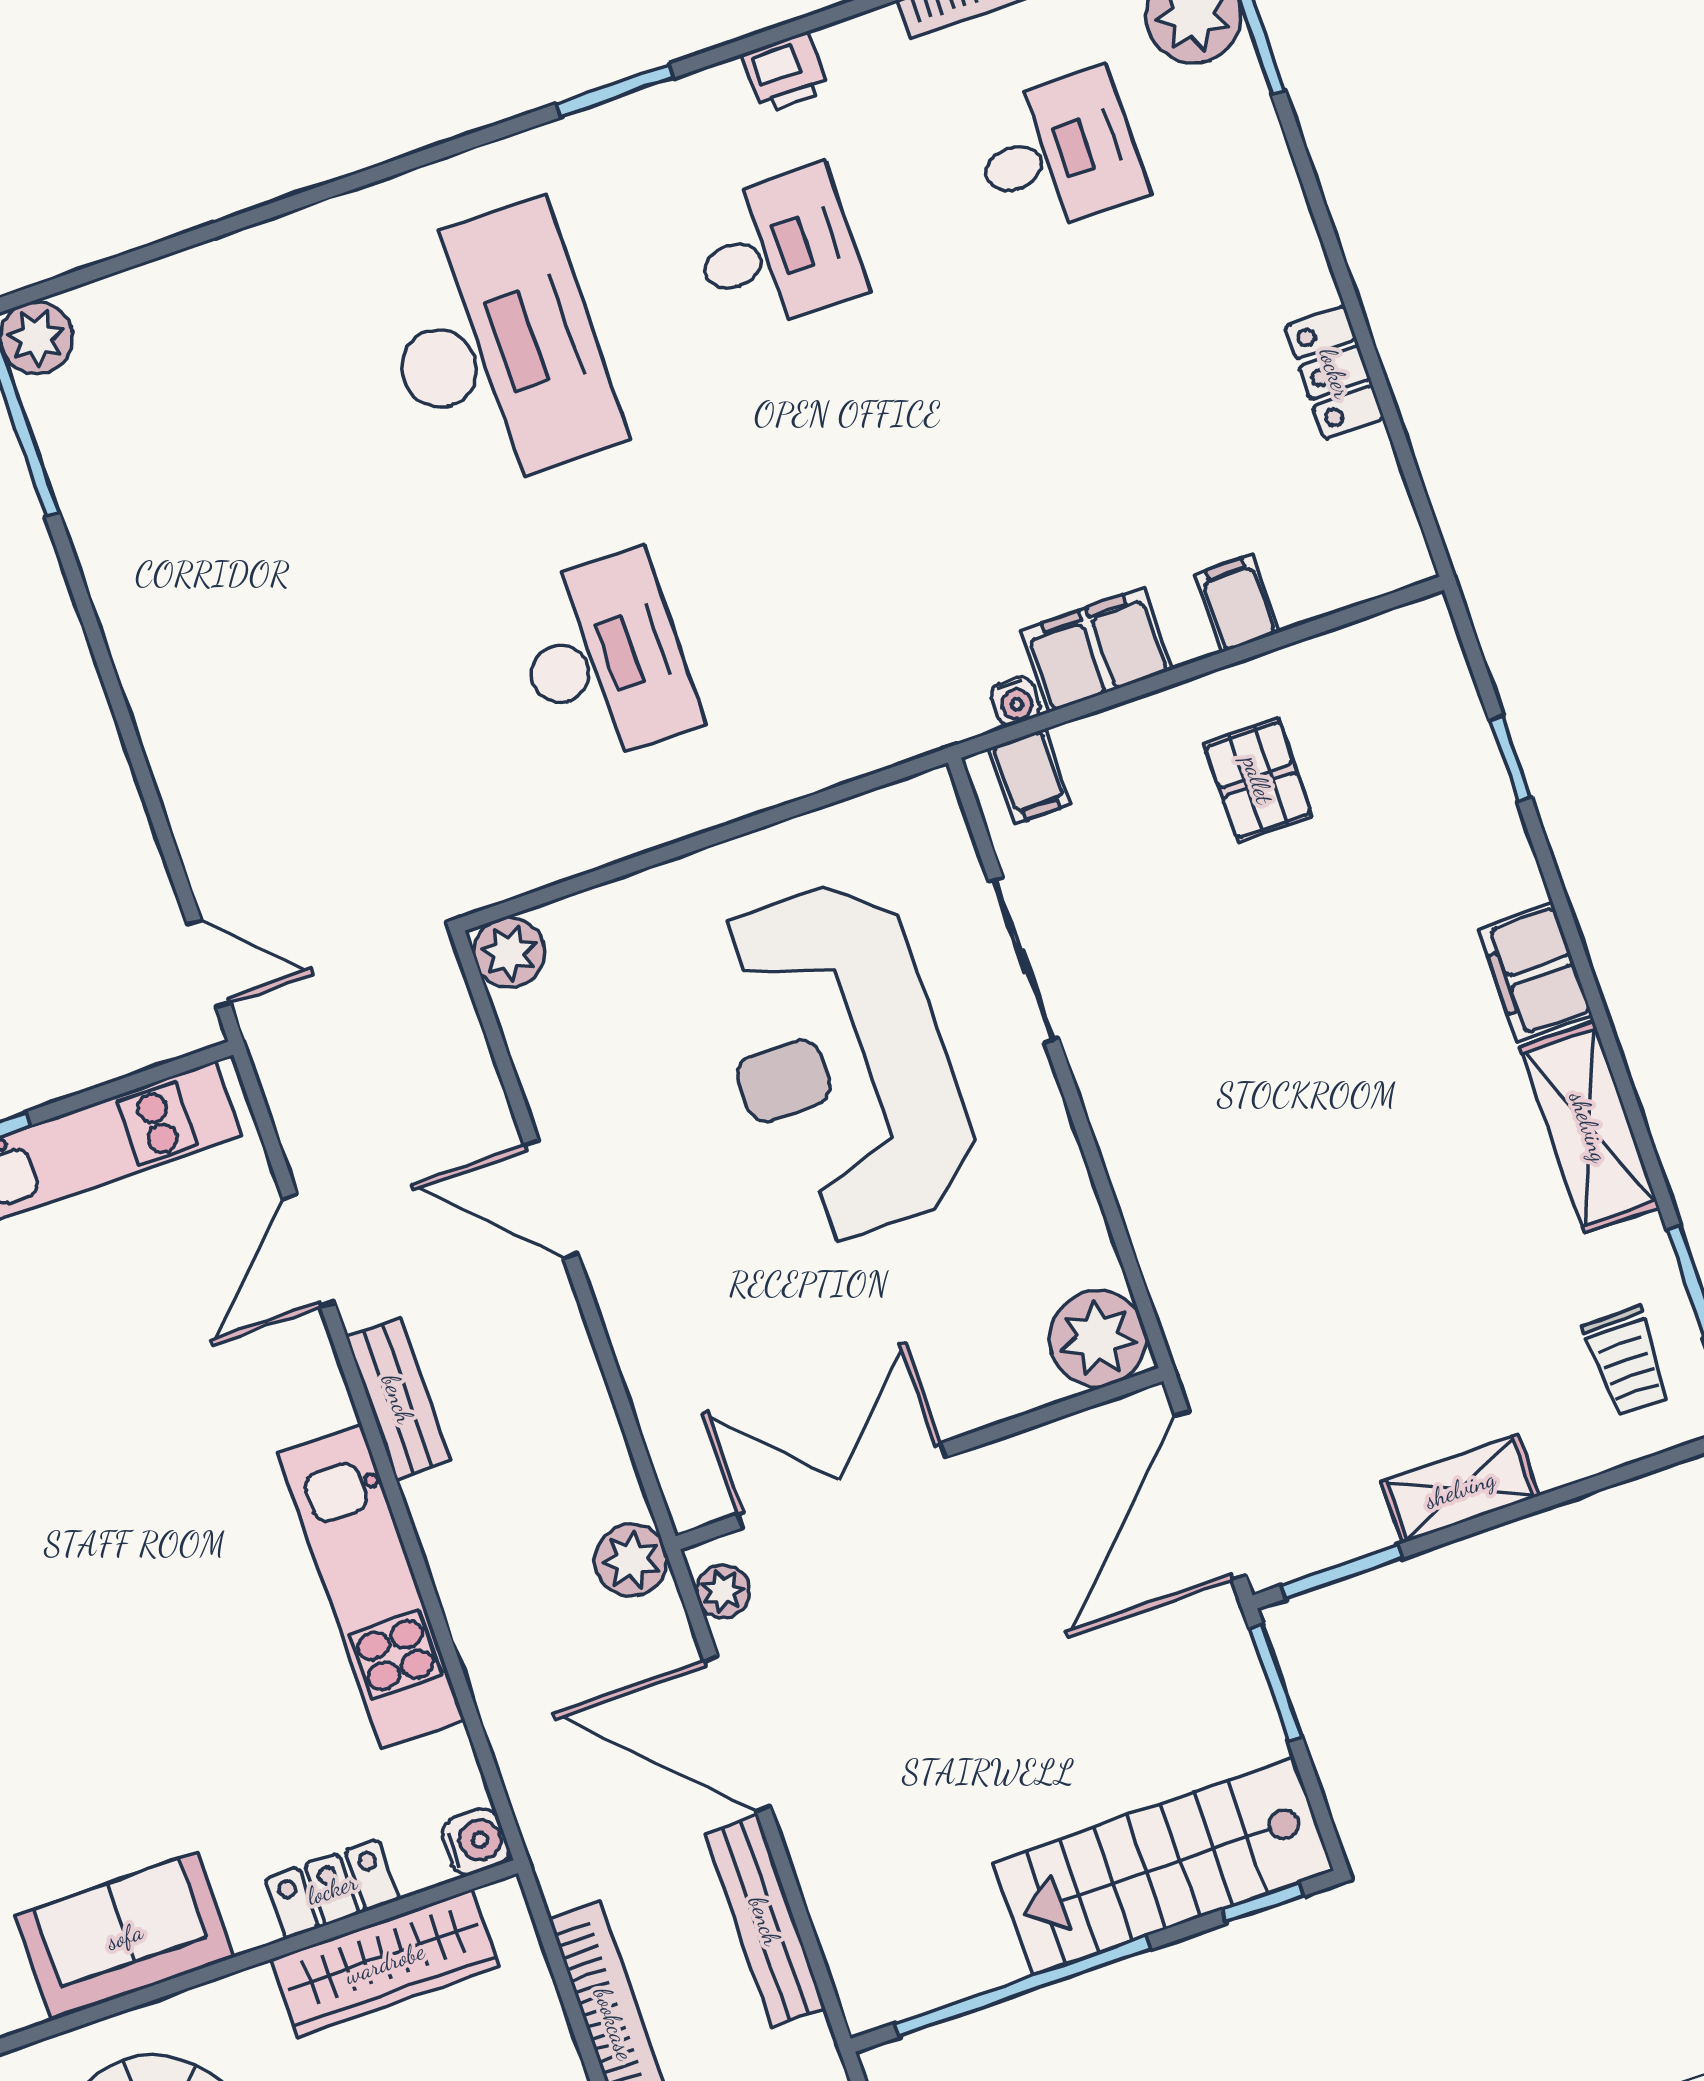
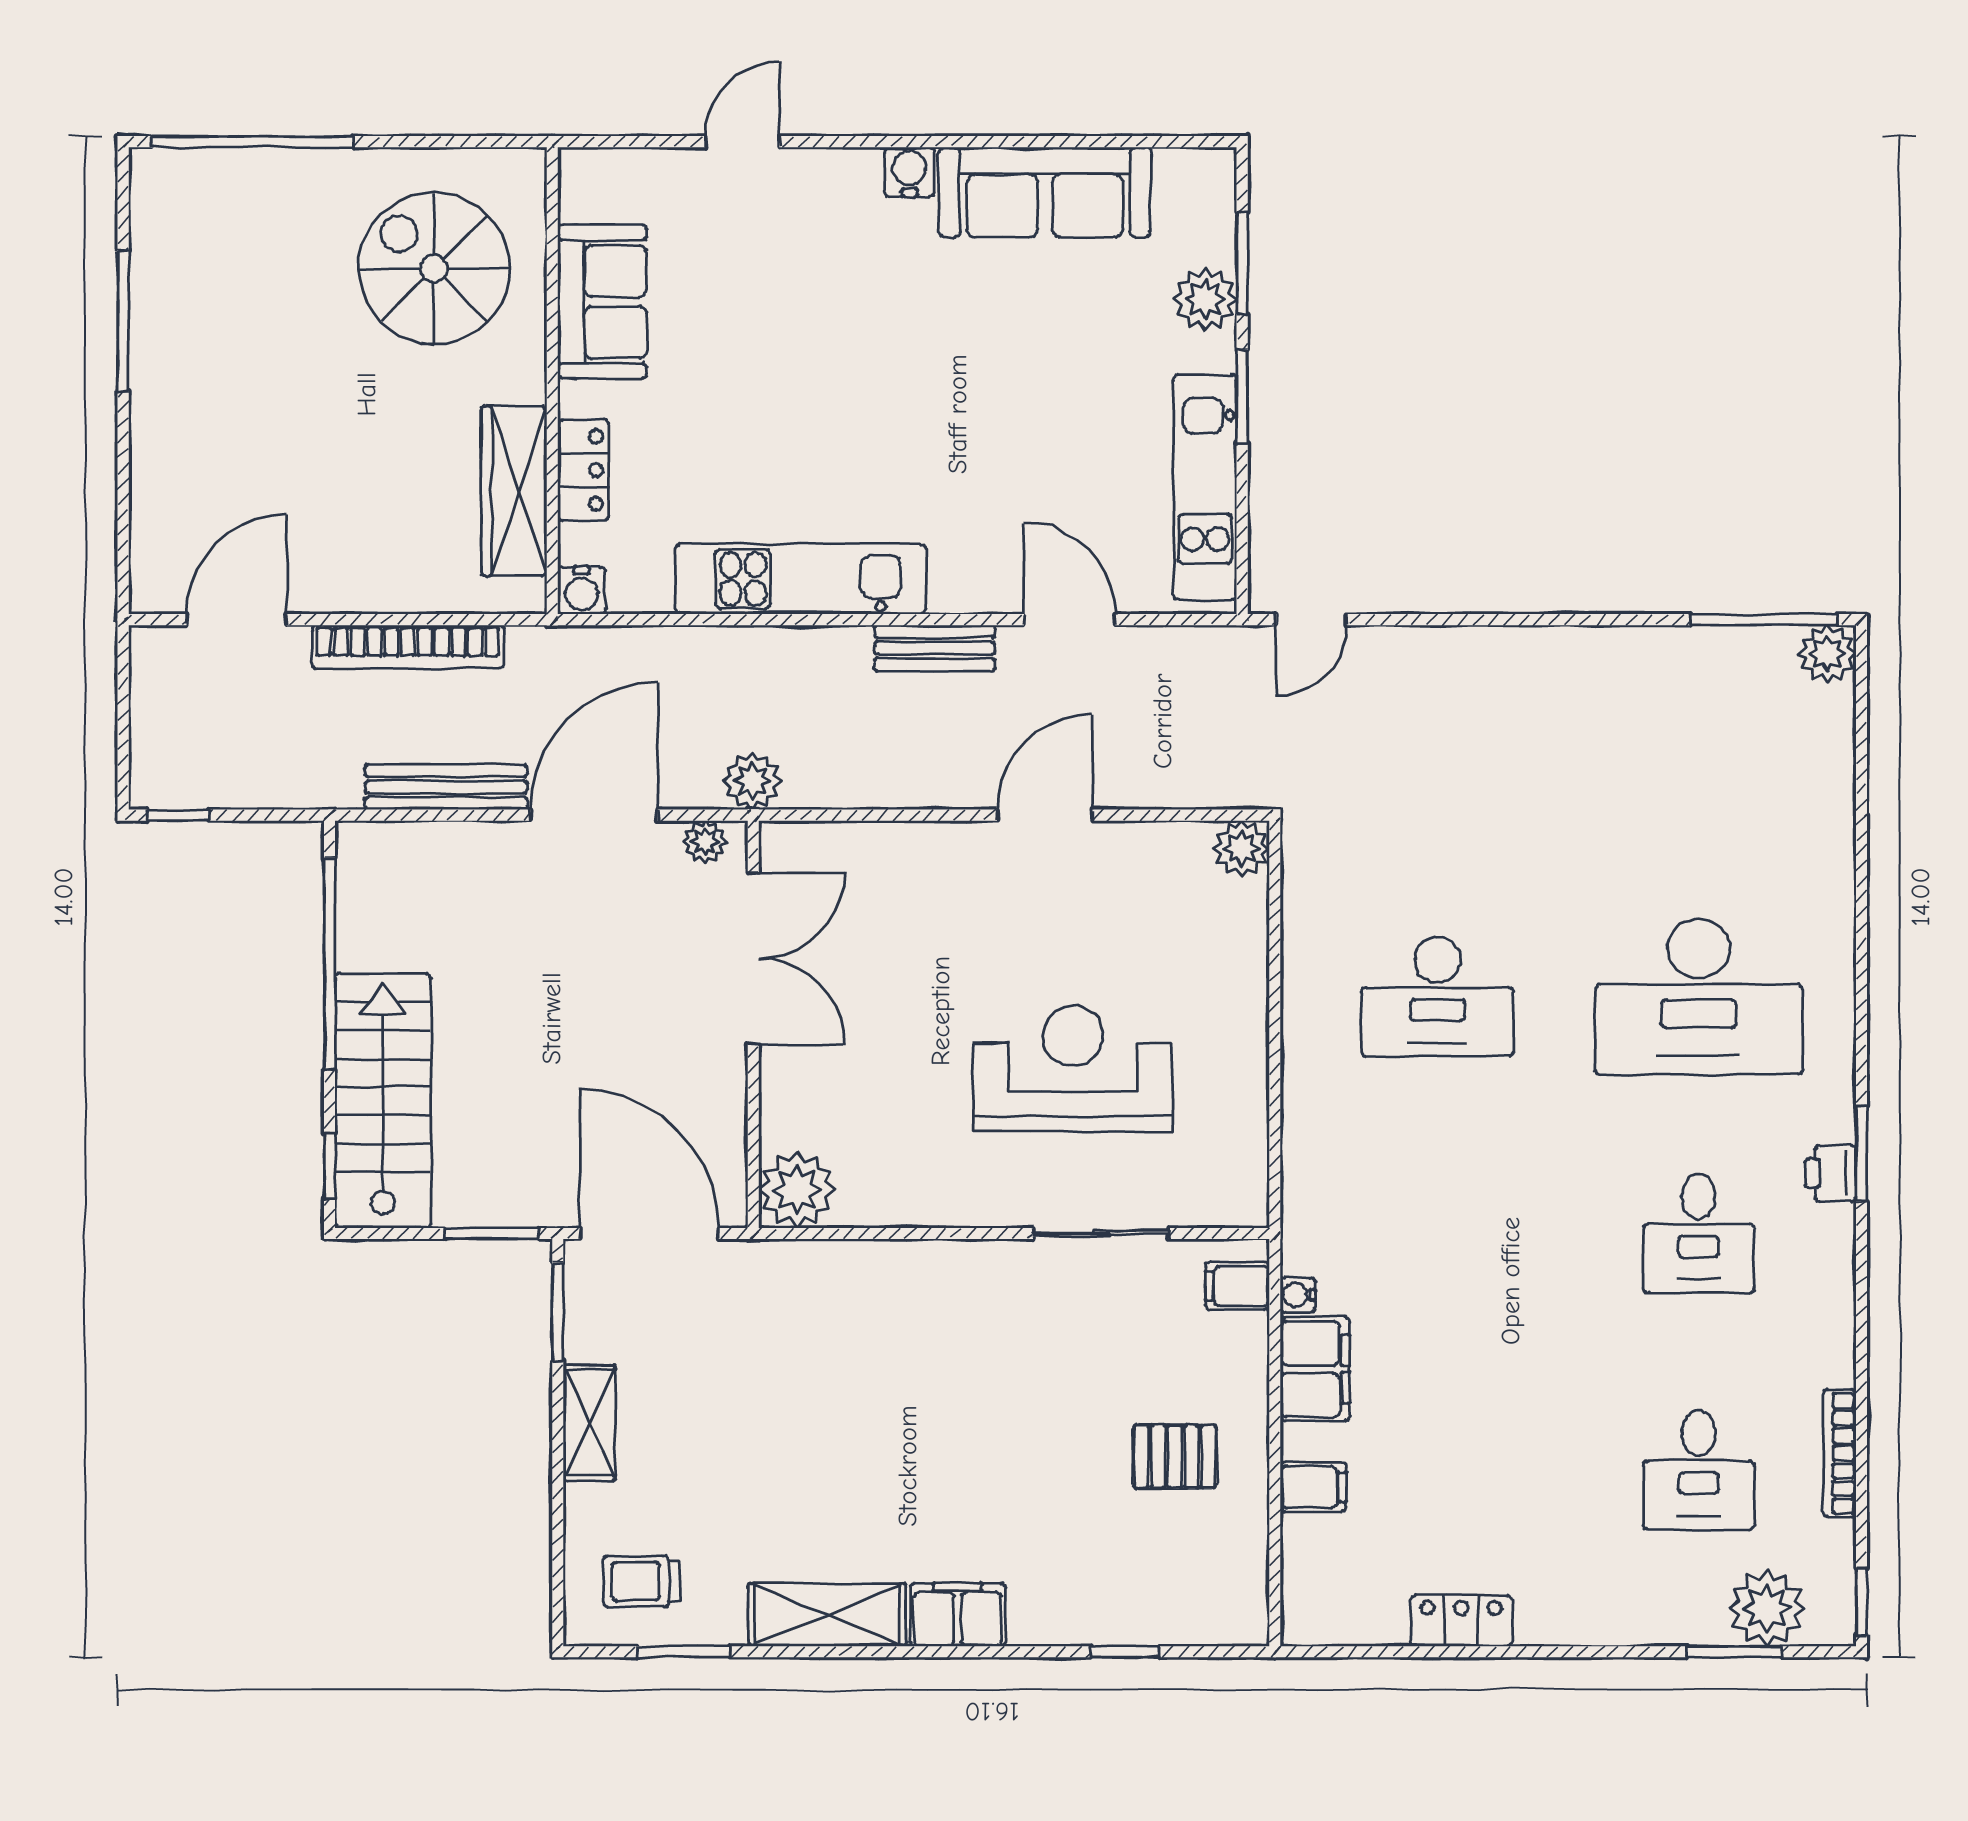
printer: (785, 73) -> (1830, 1174), moved
reception desk: (840, 1061) -> (1073, 1069), width x0.74, depth x0.77

